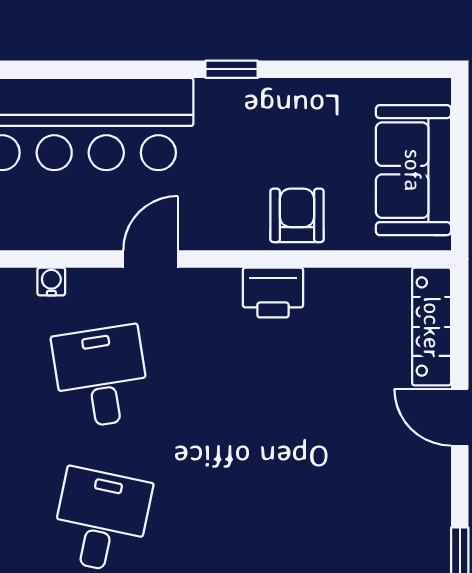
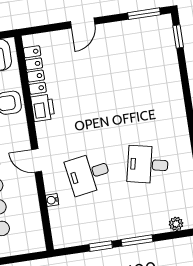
locker: (432, 327) -> (35, 70), moved, turned -90

